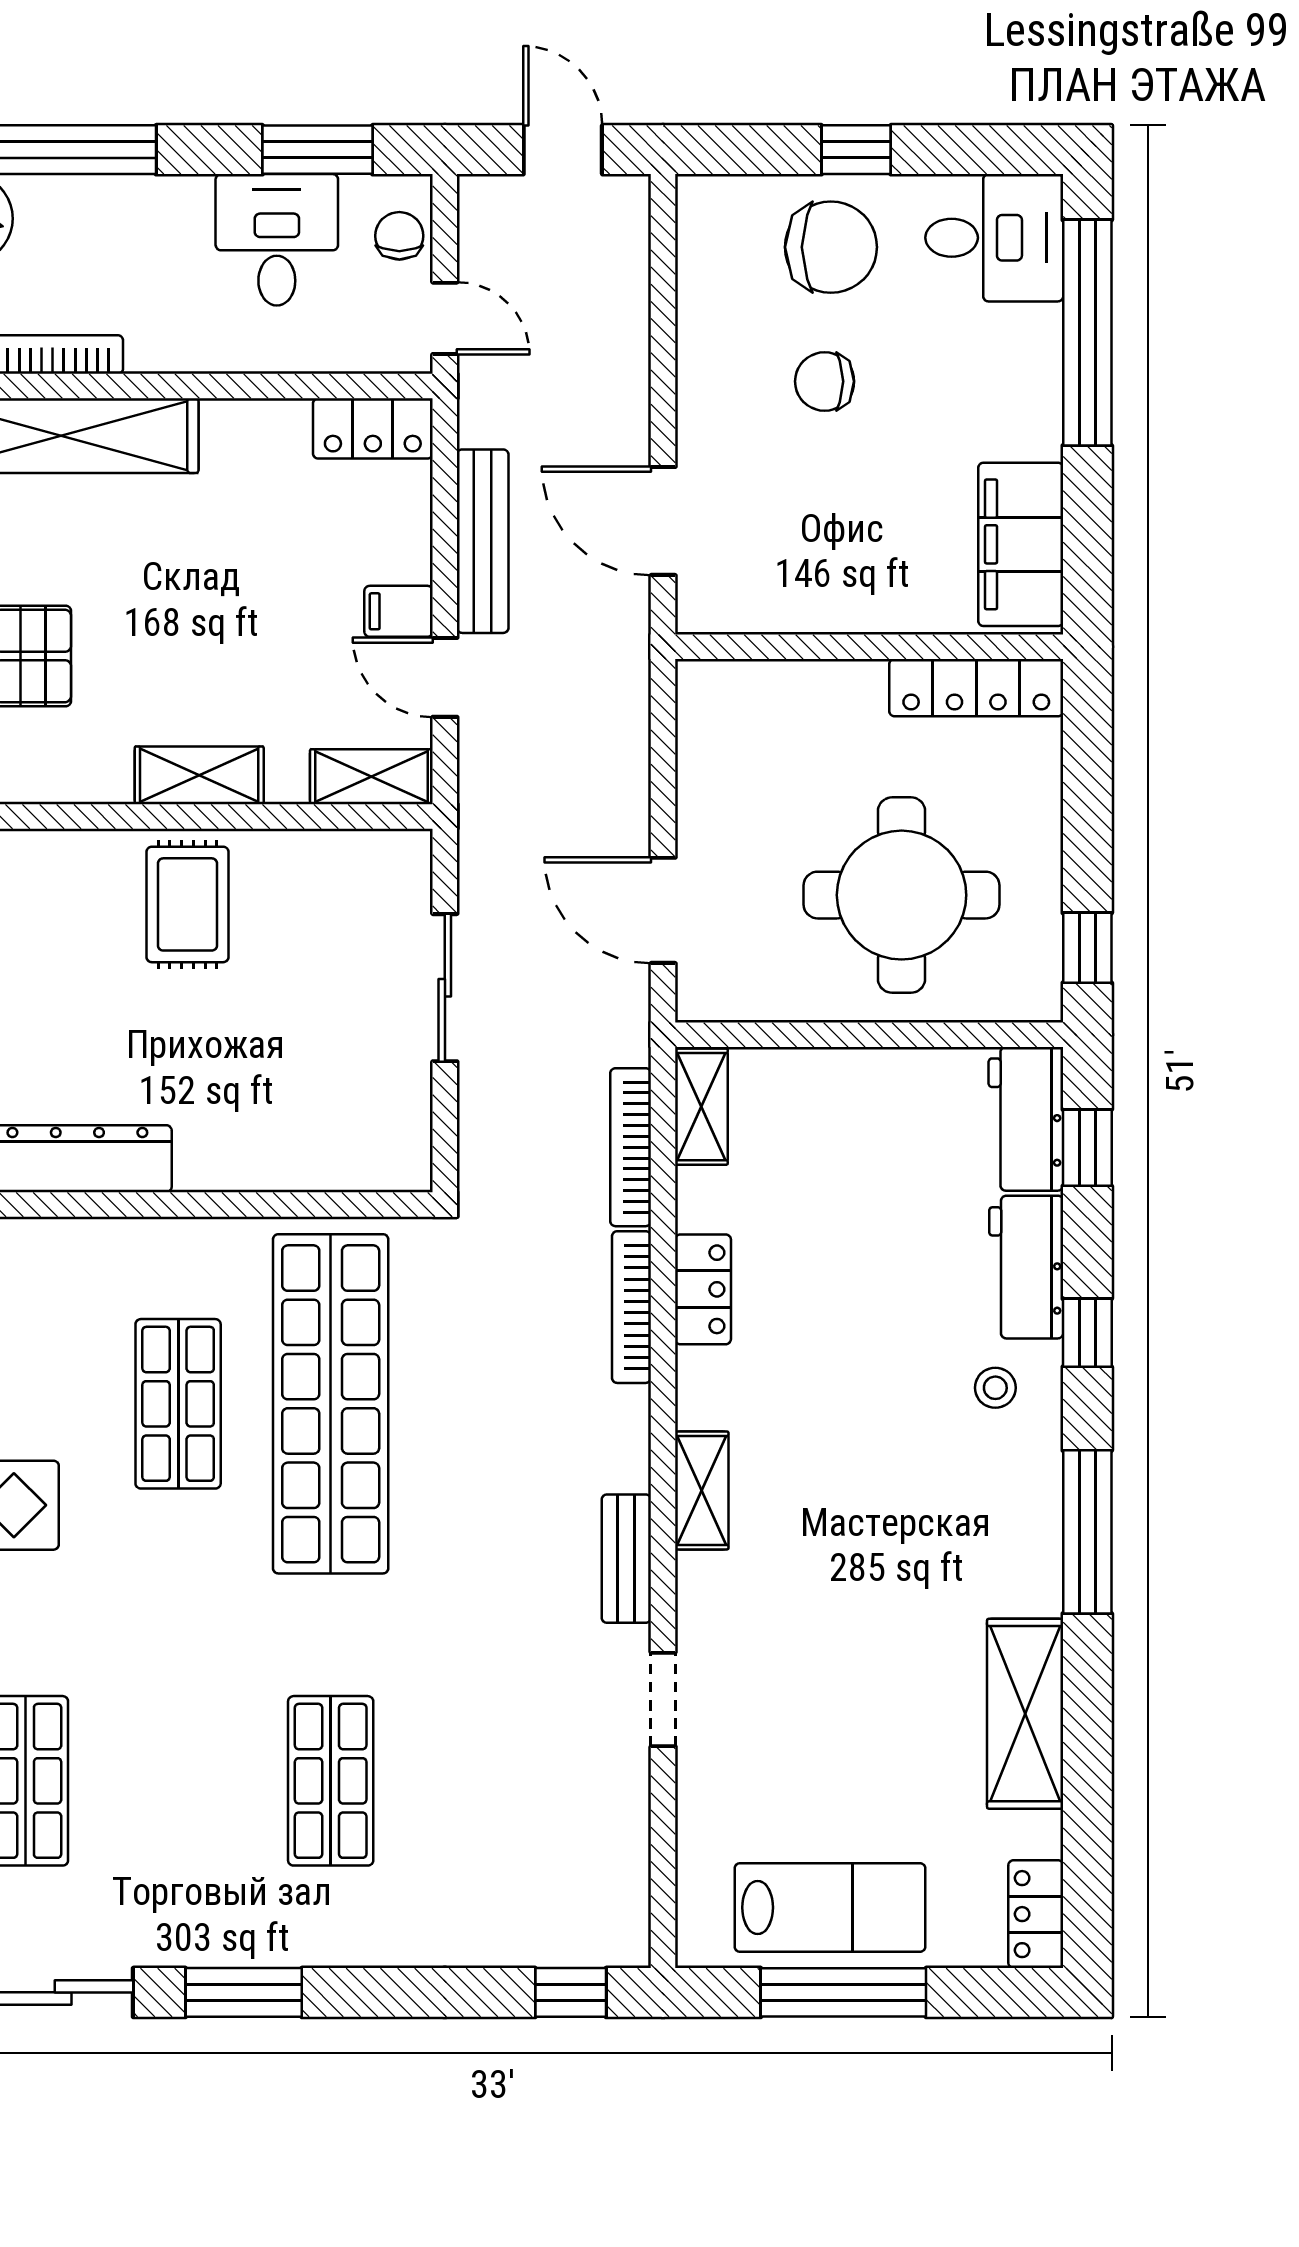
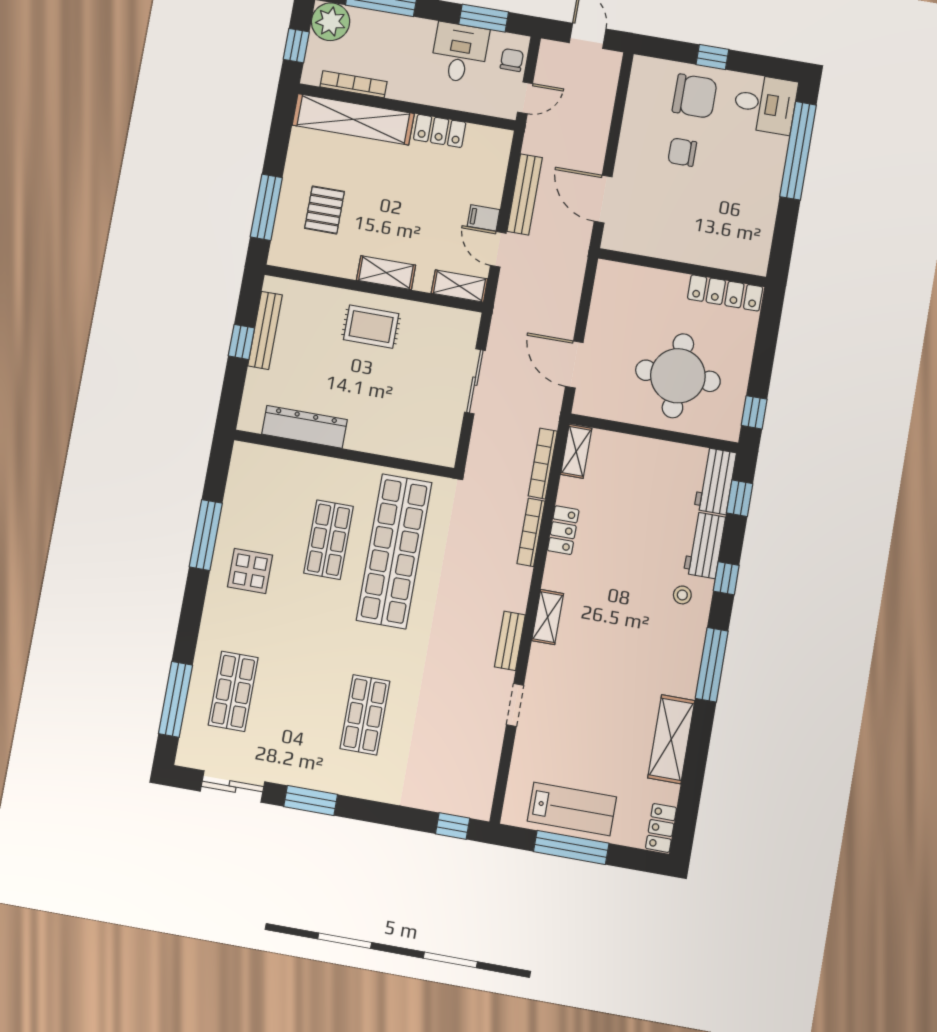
door: (445, 318) -> (525, 98), hinge flipped
locker: (373, 428) -> (440, 131), moved
filing cabinet: (1021, 544) -> (754, 235), removed
rug: (187, 904) -> (371, 327), turned 90

